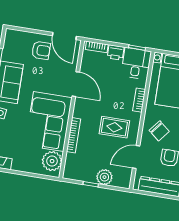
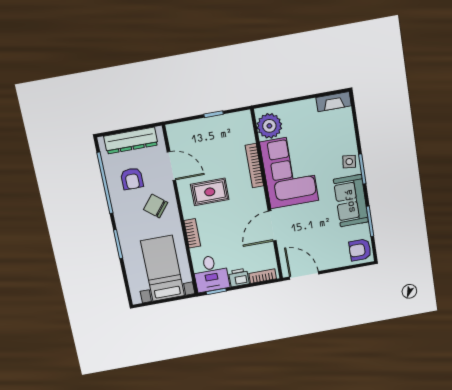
armchair: (41, 50) -> (360, 250), moved
door: (76, 84) -> (272, 226), hinge flipped
door: (136, 157) -> (171, 166), hinge flipped
plant: (104, 177) -> (200, 129), removed

